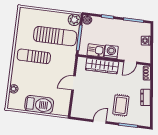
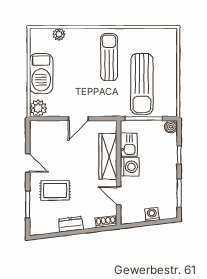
plant: (74, 20) -> (38, 108), moved
door: (73, 83) -> (78, 119), swing flipped

